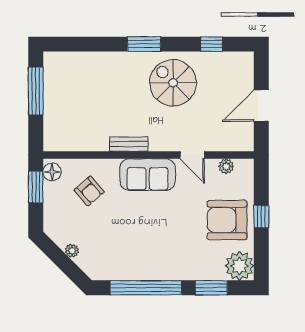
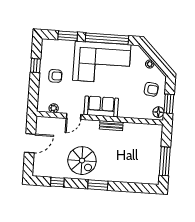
door: (192, 155) -> (74, 116), swing flipped
armchair: (89, 191) -> (151, 89), moved, turned 138
window: (261, 217) -> (35, 66), moved
armchair: (227, 220) -> (55, 76), width x0.53, depth x0.53
corner sofa: (152, 248) -> (102, 63), added
plant: (239, 266) -> (50, 48), removed

